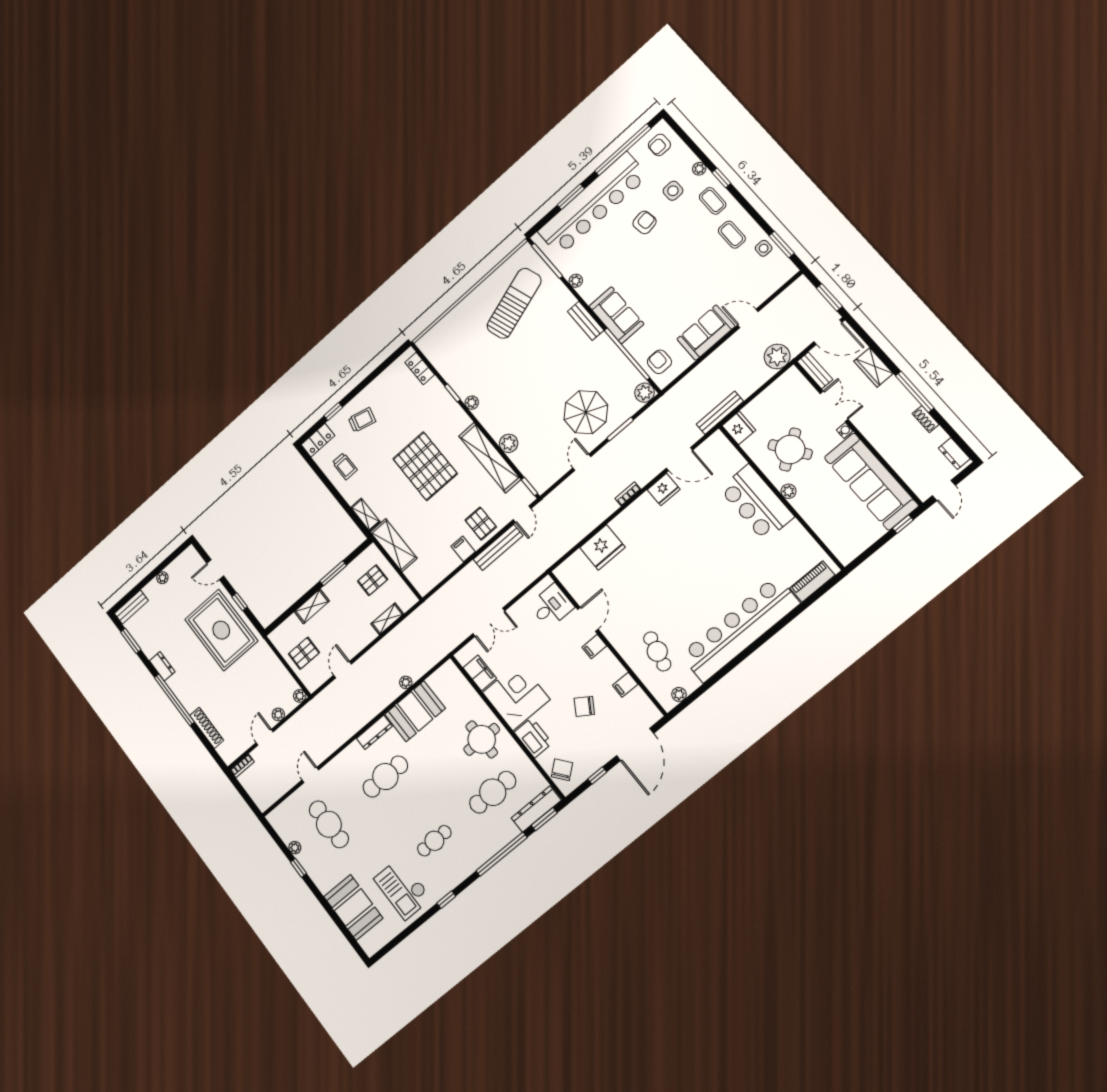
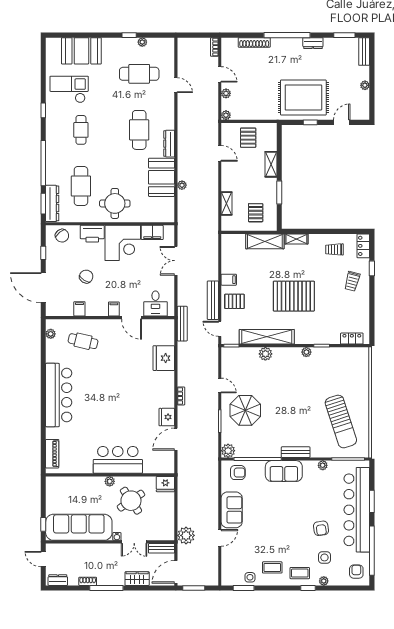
bench: (720, 413) -> (182, 324), moved
bar counter: (740, 629) -> (59, 395), width x0.73

